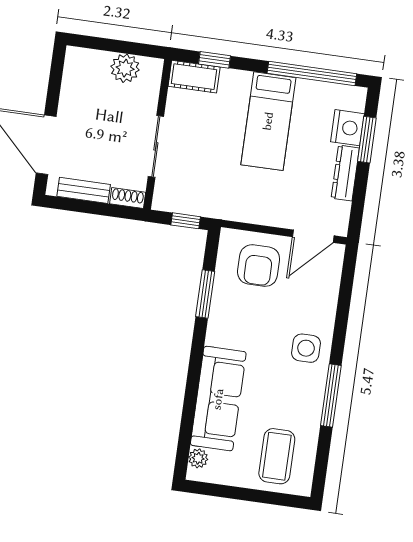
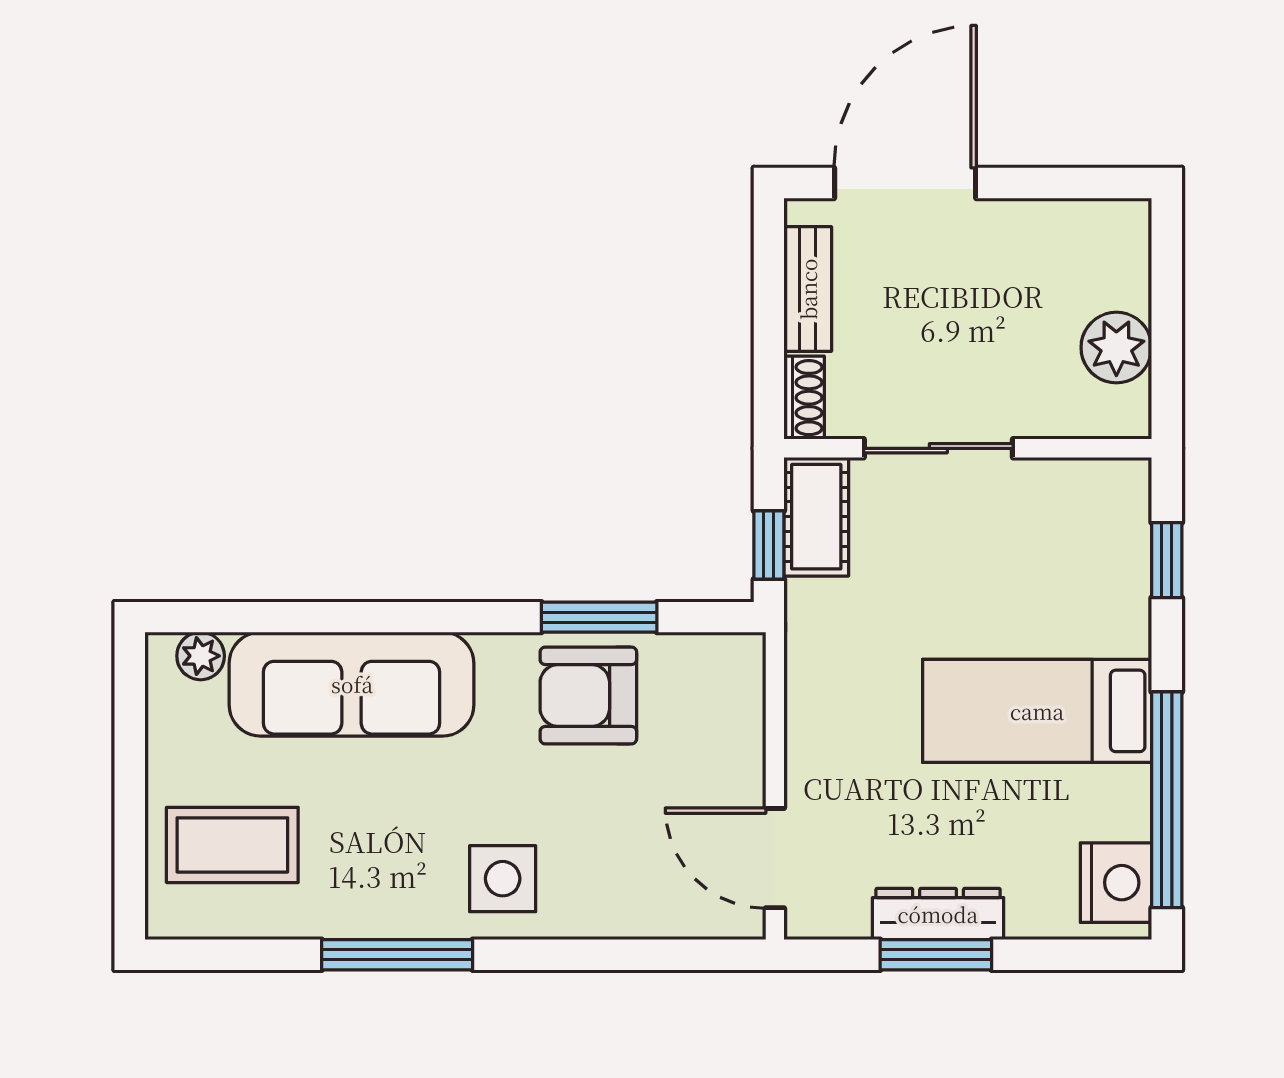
cot: (194, 77) -> (816, 517), moved
nightstand: (347, 128) -> (1116, 883), moved, turned -90
window: (367, 140) -> (936, 955), moved
armchair: (259, 266) -> (588, 695), moved

